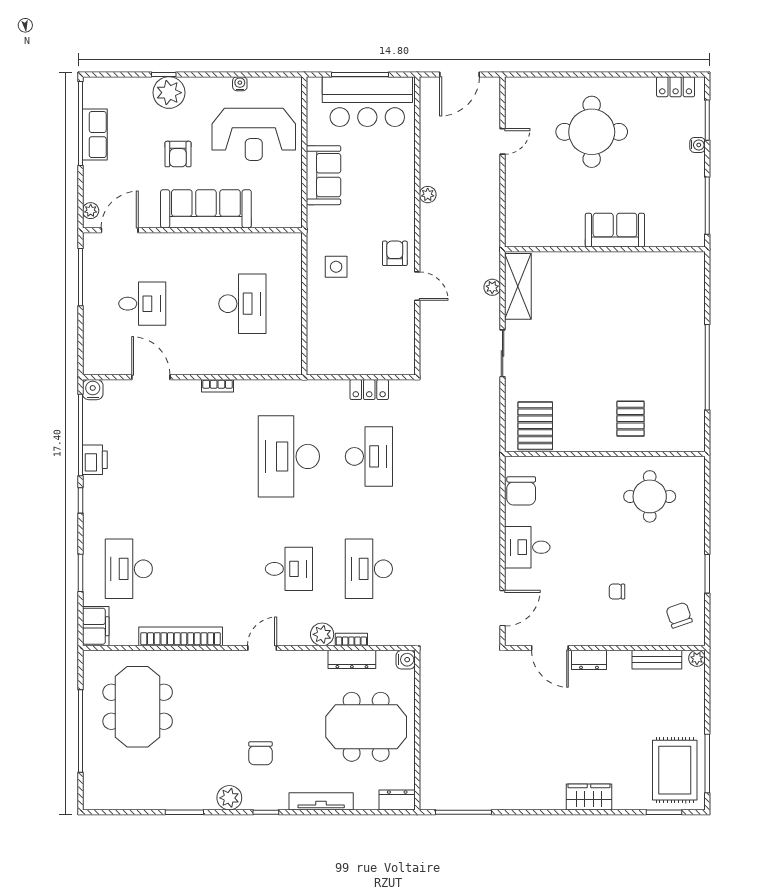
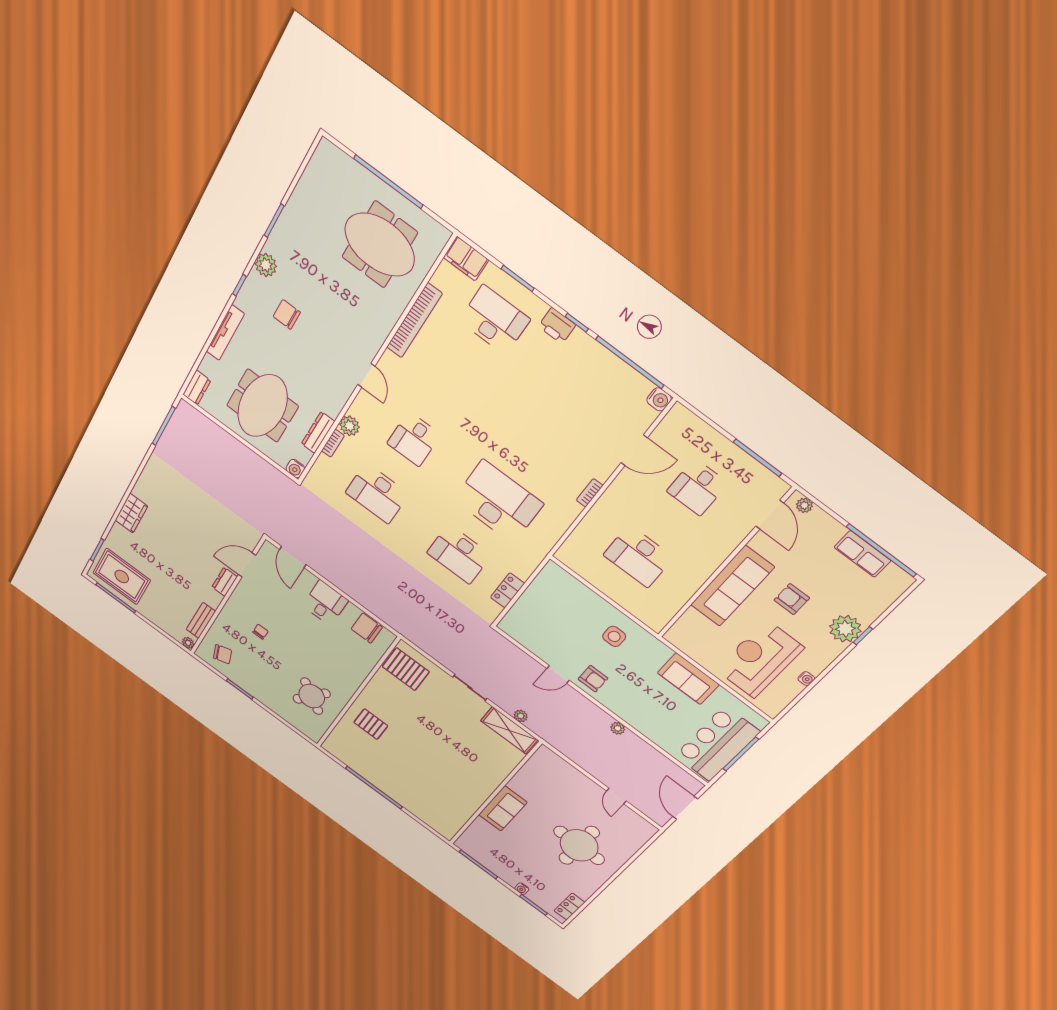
printer: (95, 460) -> (557, 326), moved
round table: (650, 496) -> (312, 696), turned 36
desk: (369, 569) -> (377, 493), turned 180

